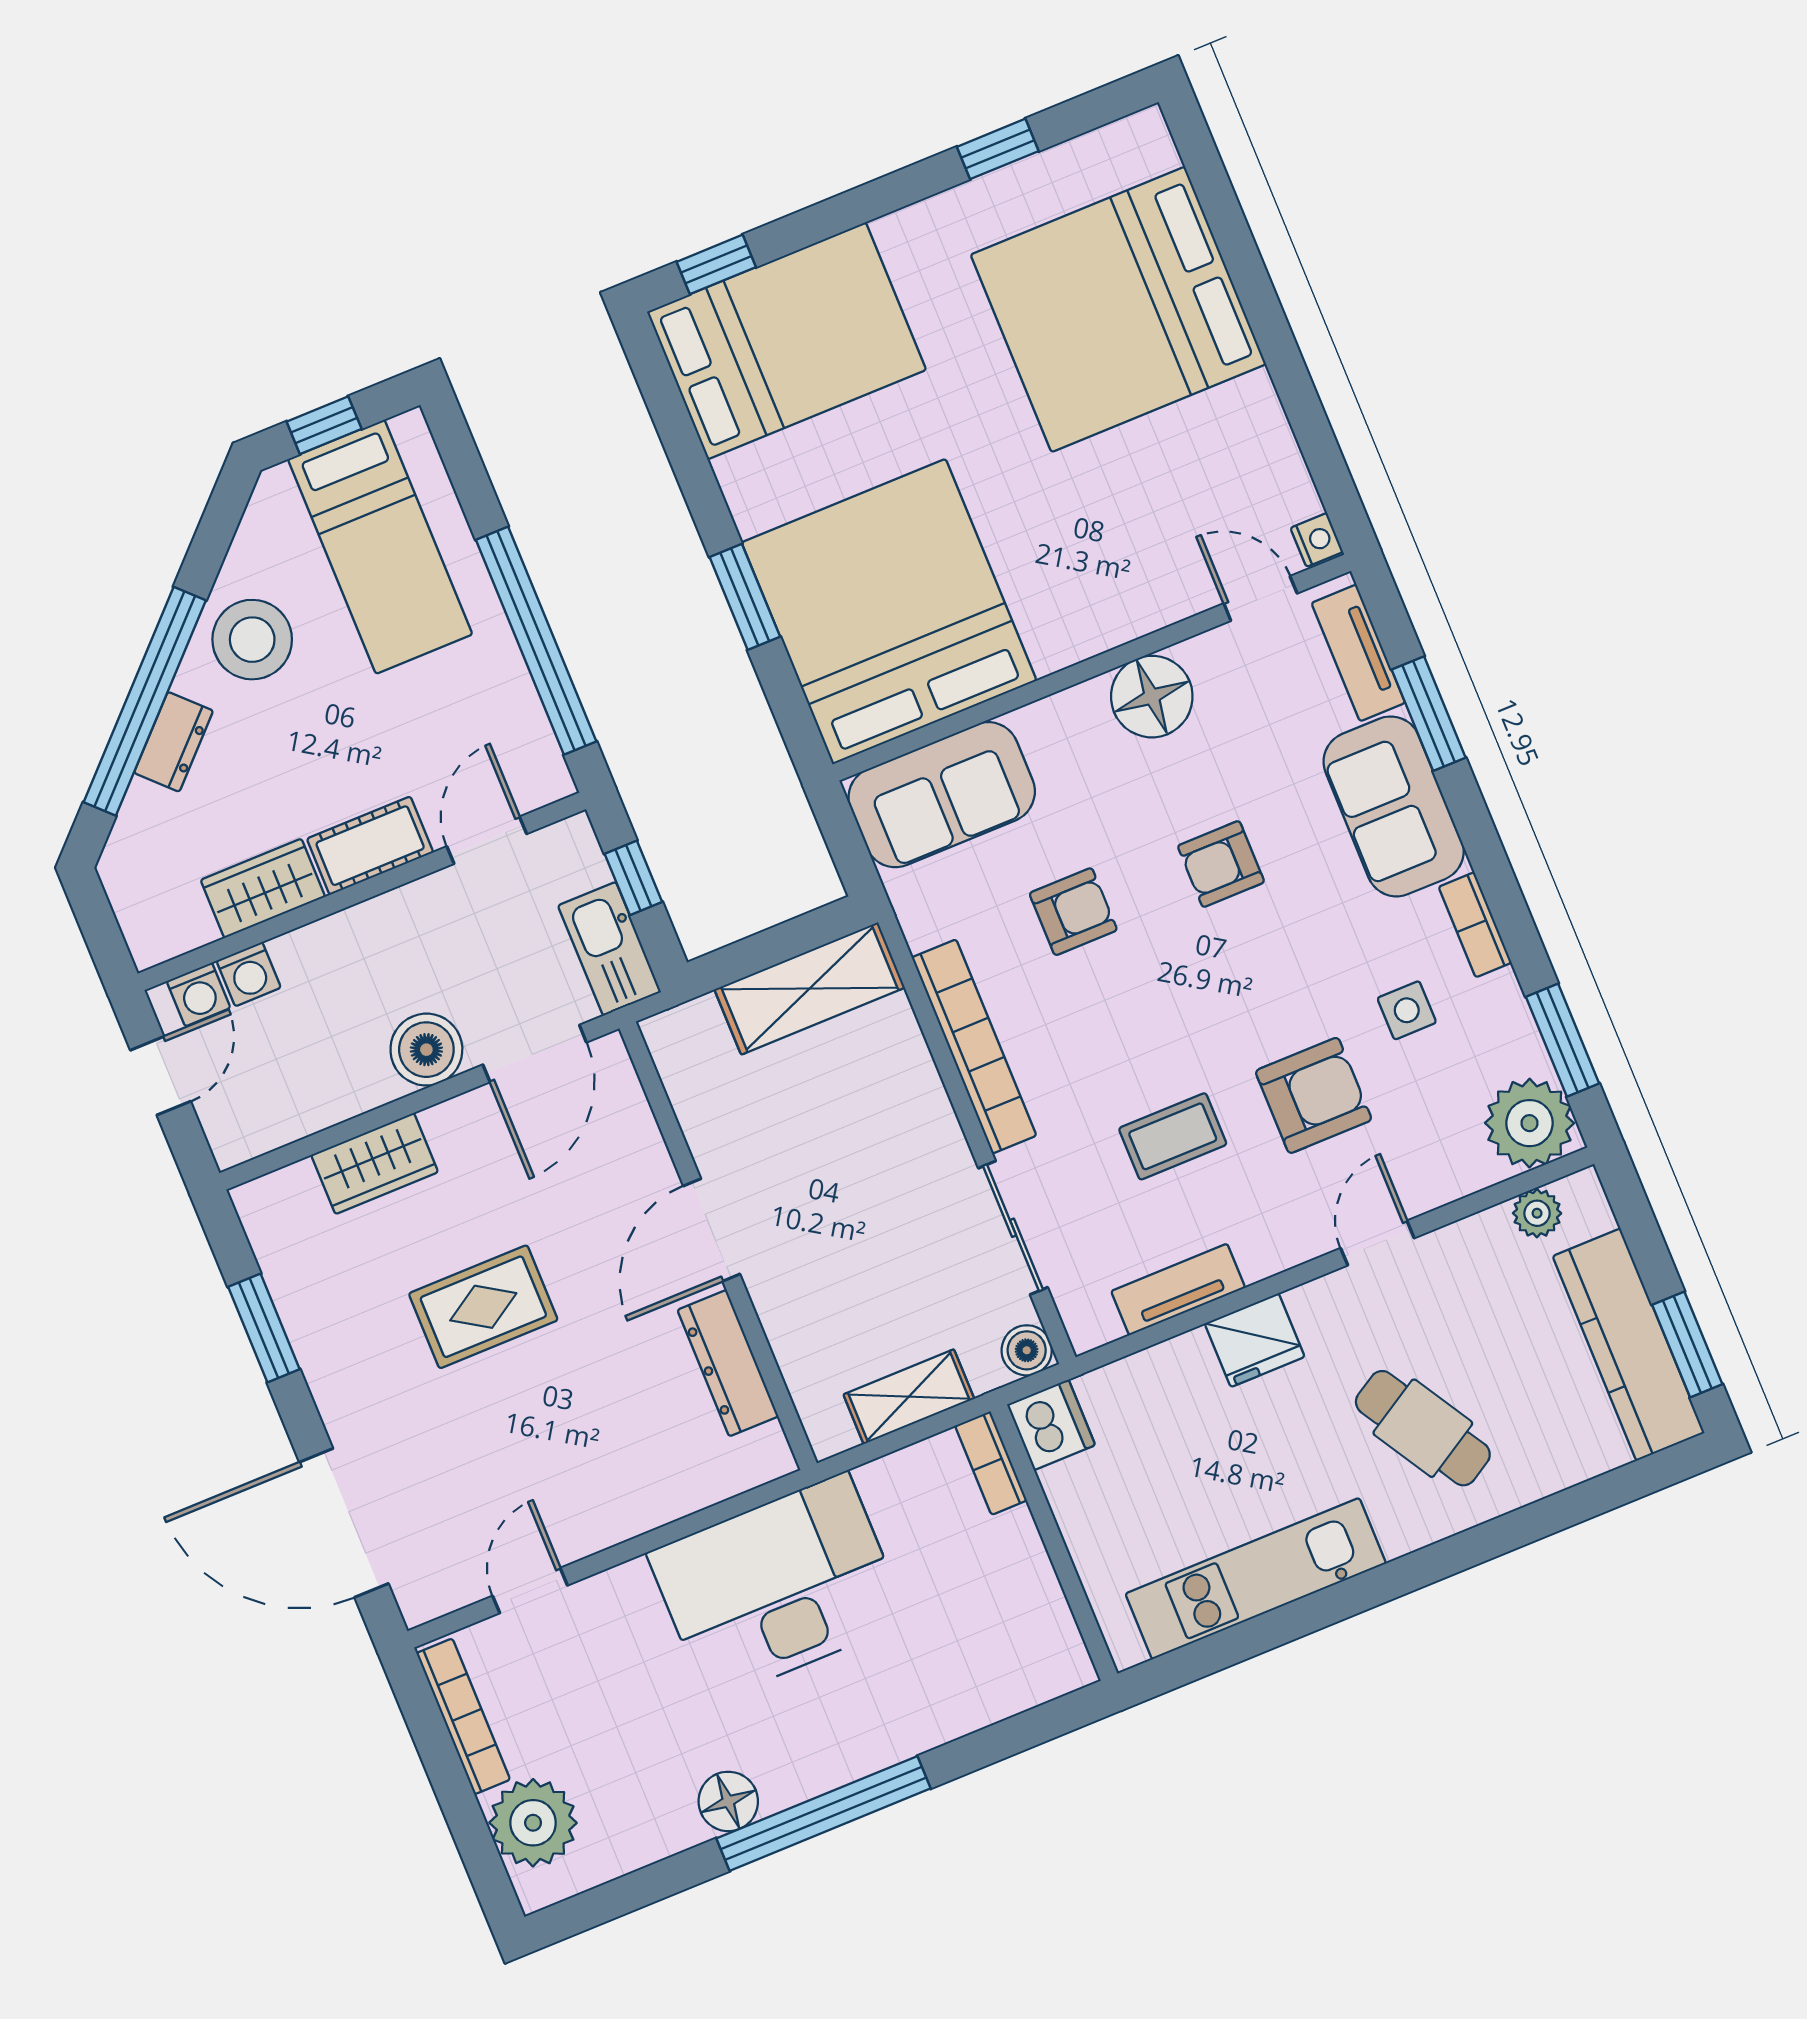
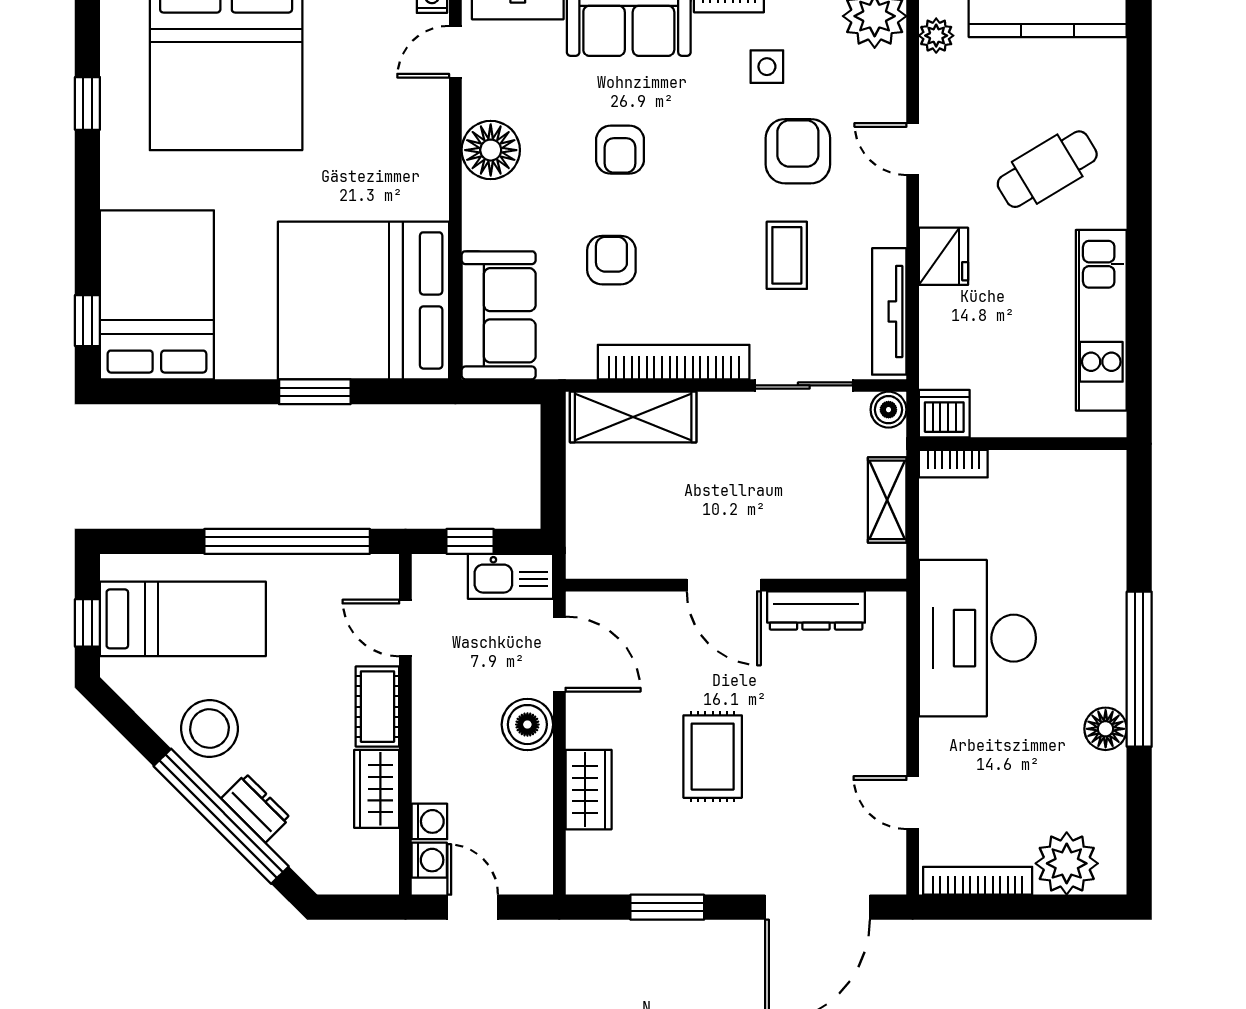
shelving: (810, 988) -> (633, 417), moved, turned 90
tv unit: (1178, 1289) -> (889, 311), width x1.41

